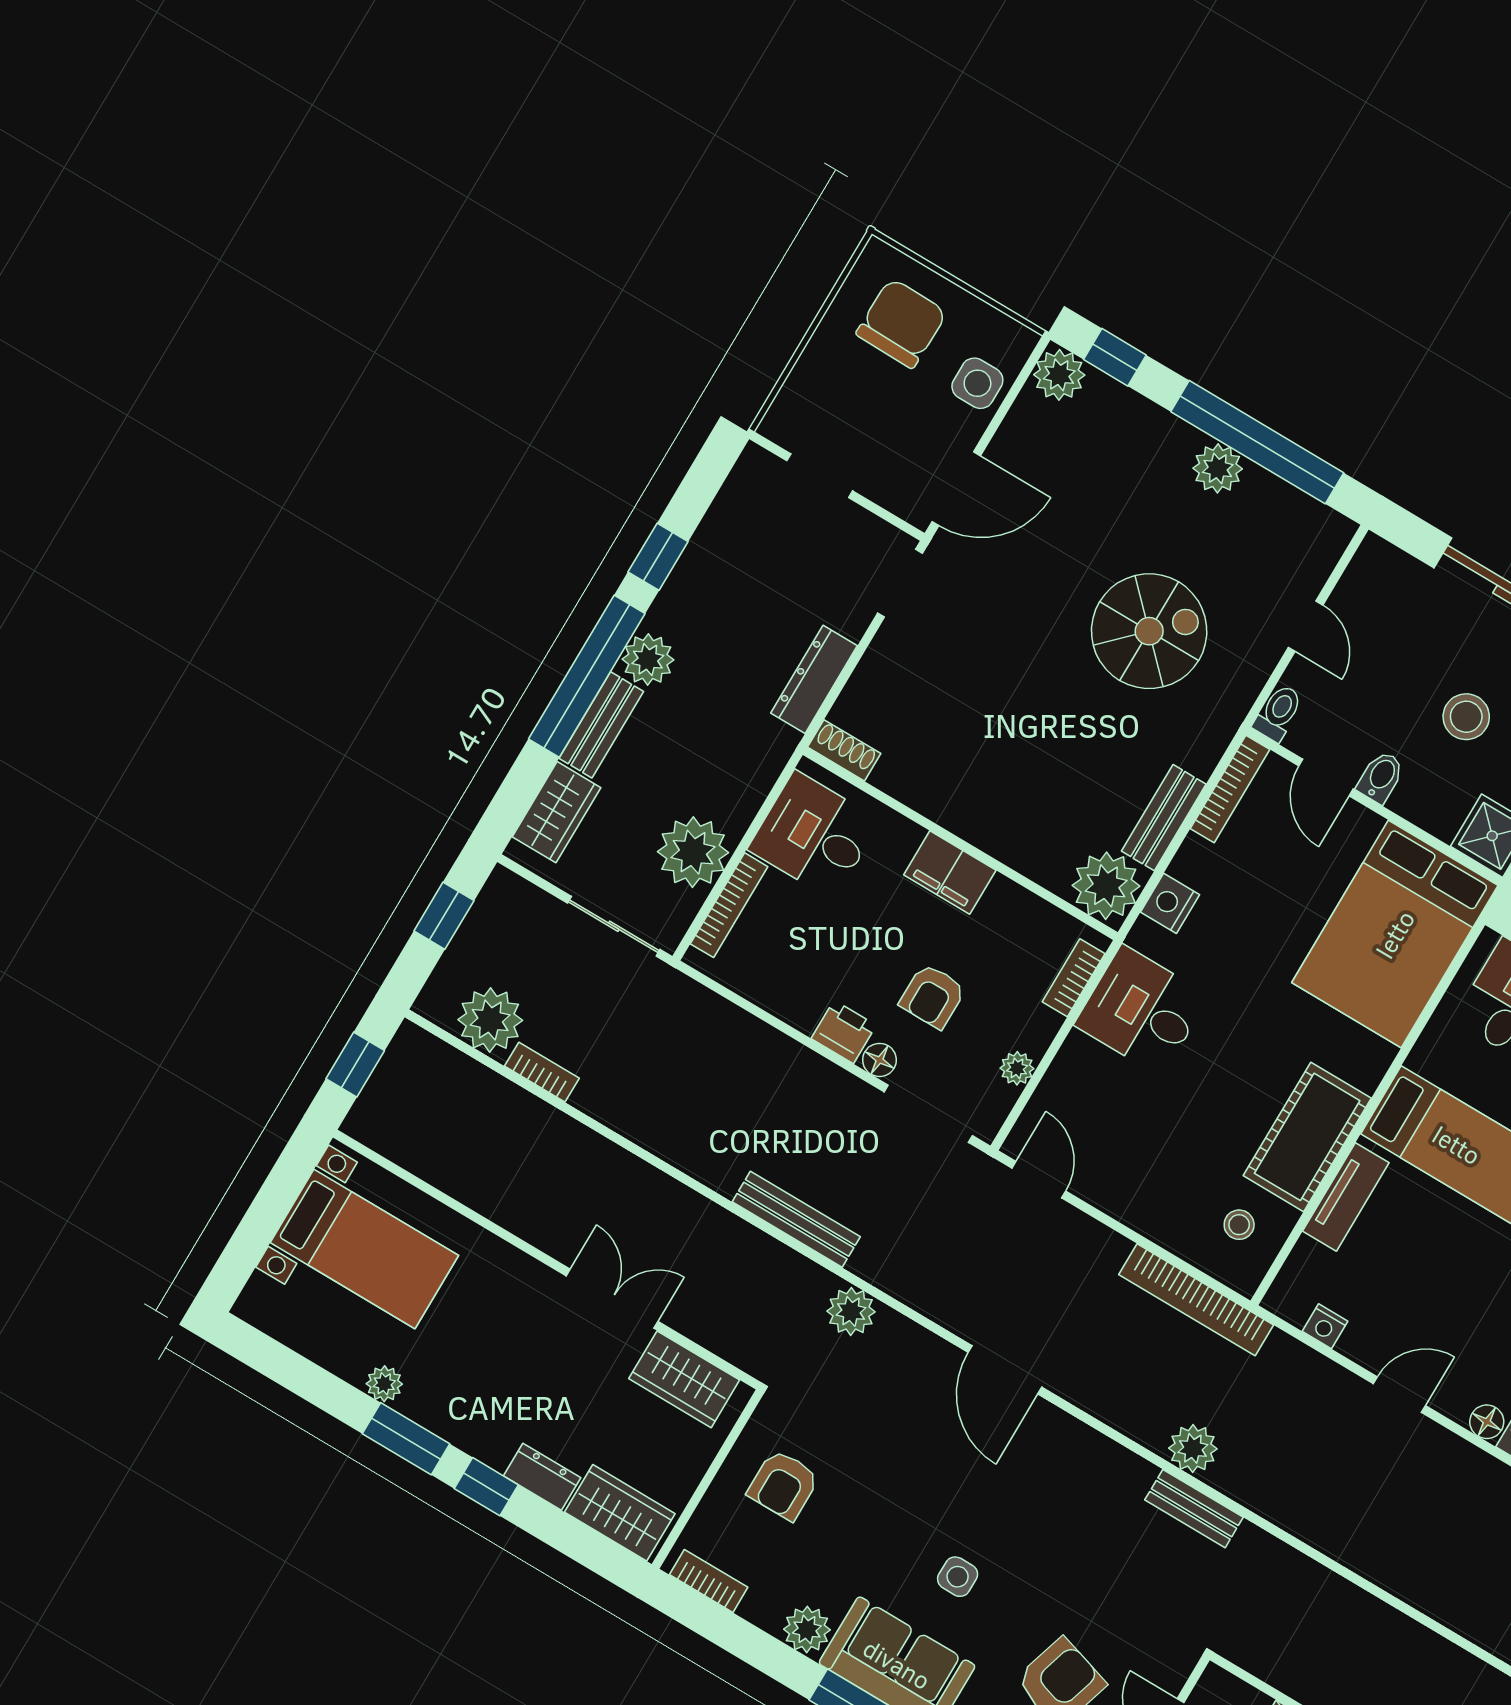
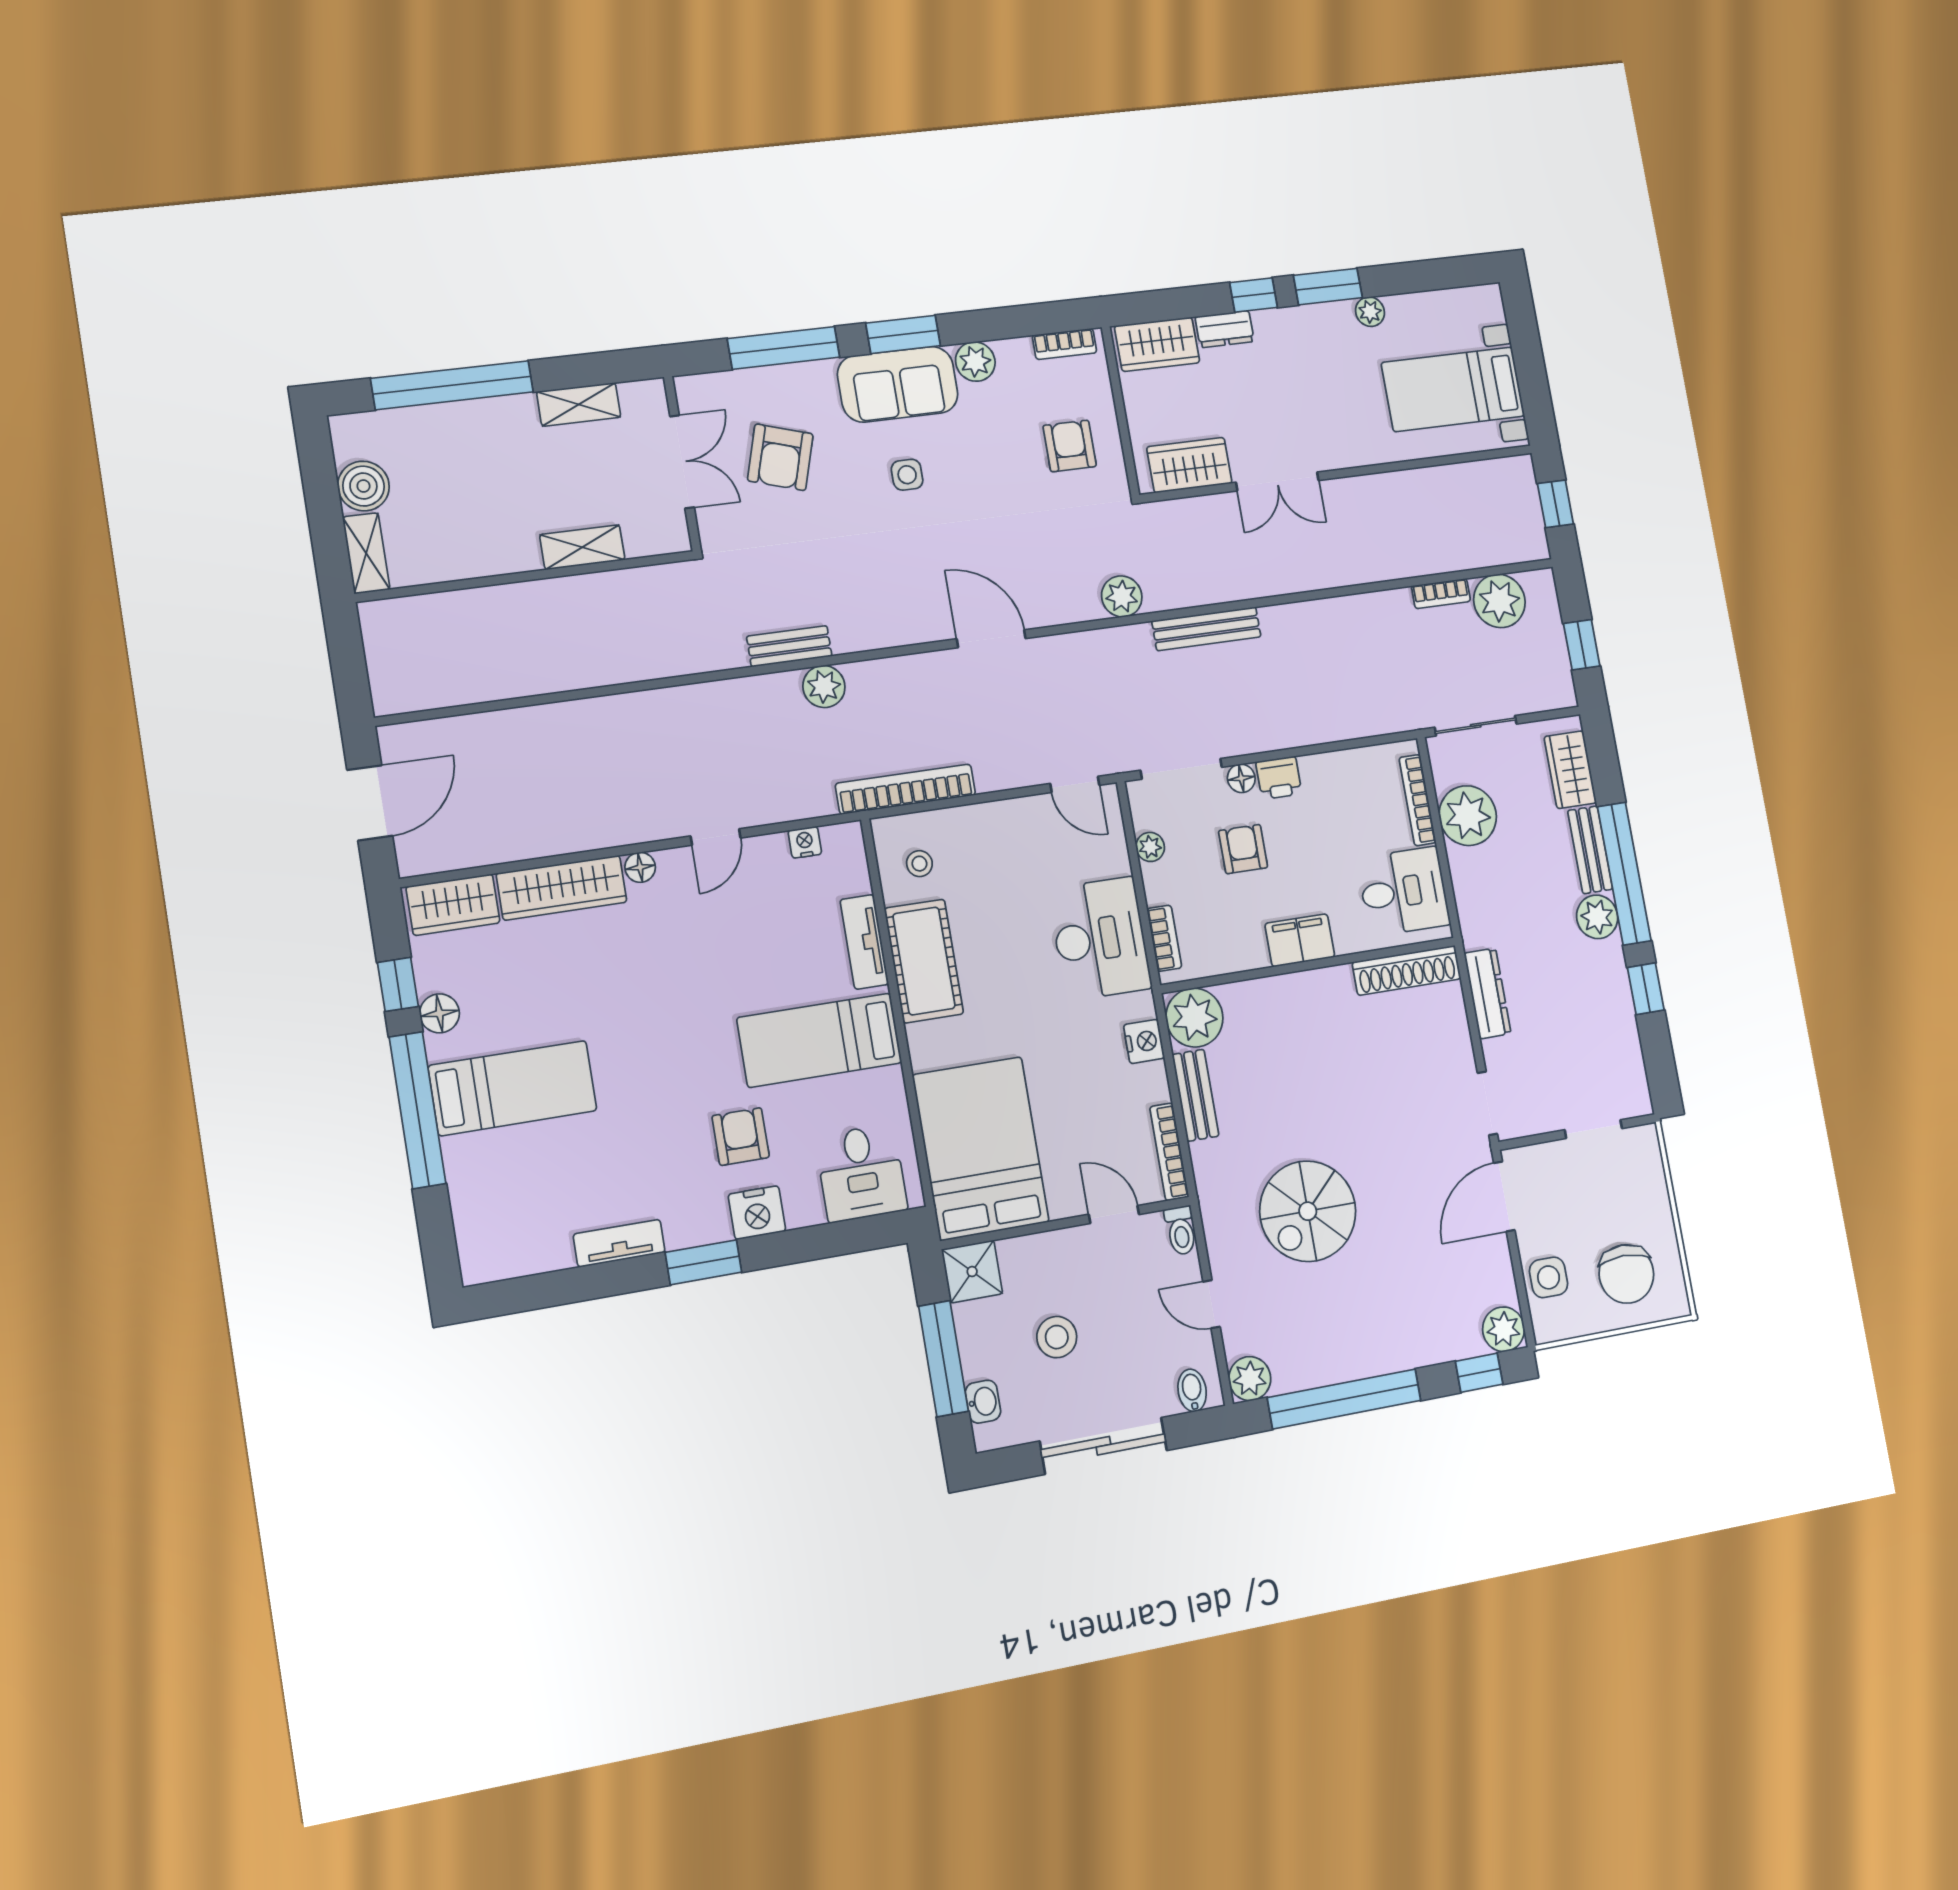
plant: (1218, 468) -> (1250, 1379), moved
shoe rack: (844, 750) -> (1407, 970), width x1.94, depth x1.24
bidet: (1381, 777) -> (1192, 1390), moved, turned 180
desk: (1142, 1011) -> (1100, 939), width x1.37

